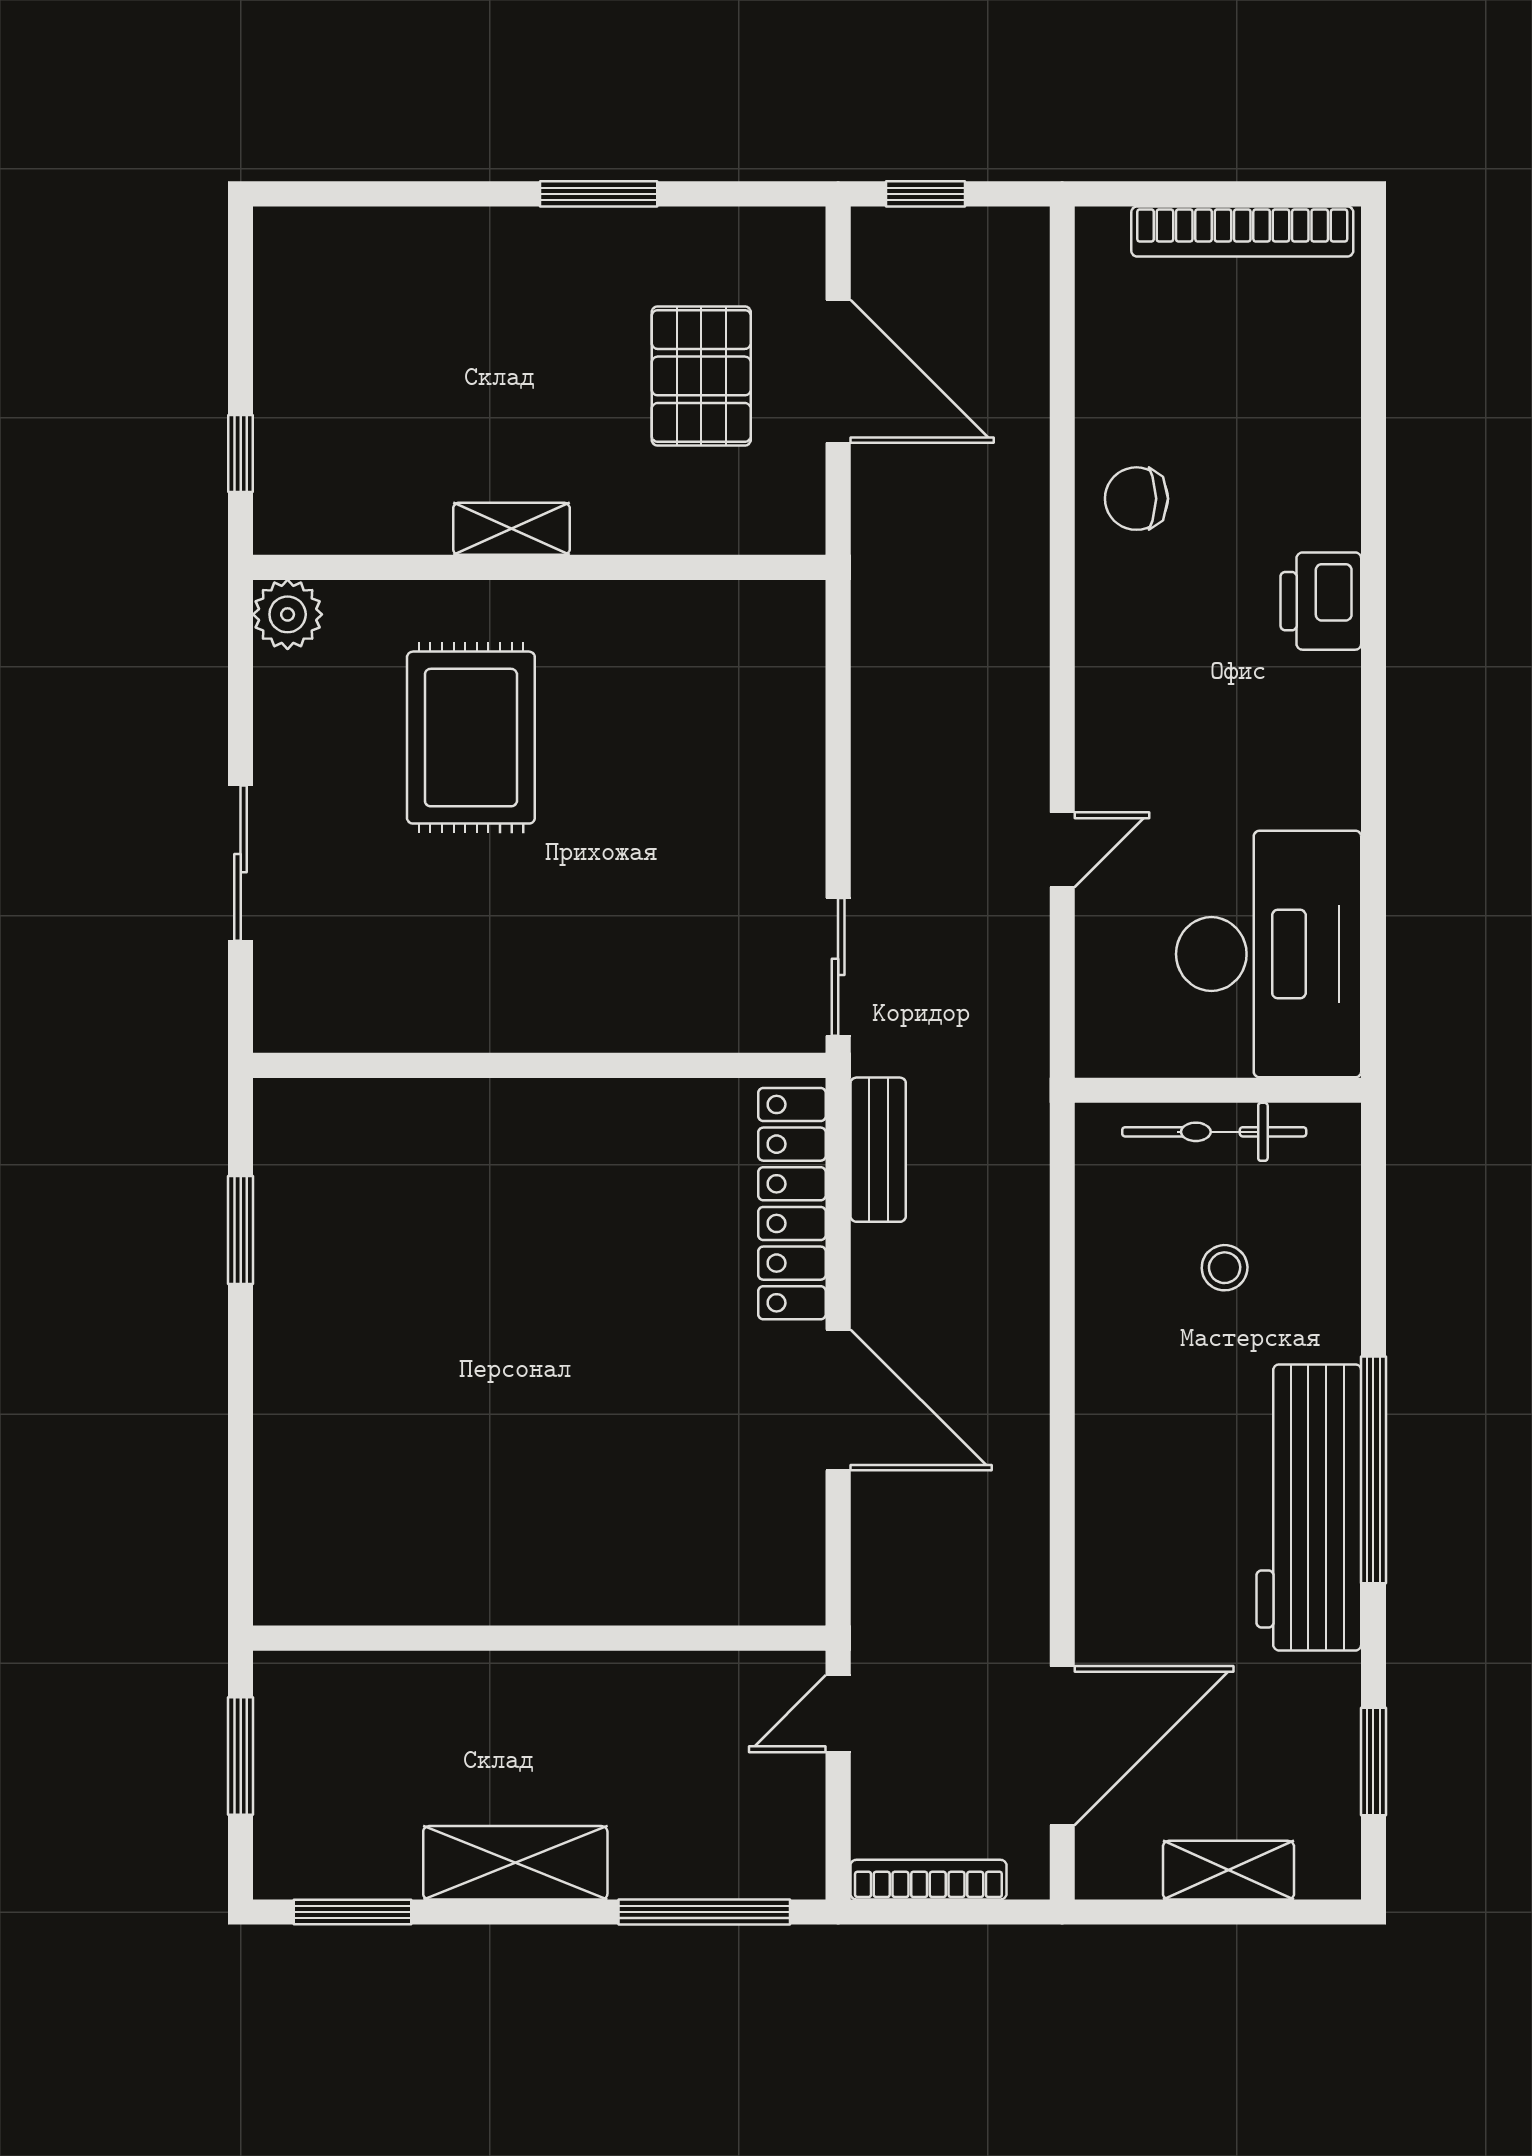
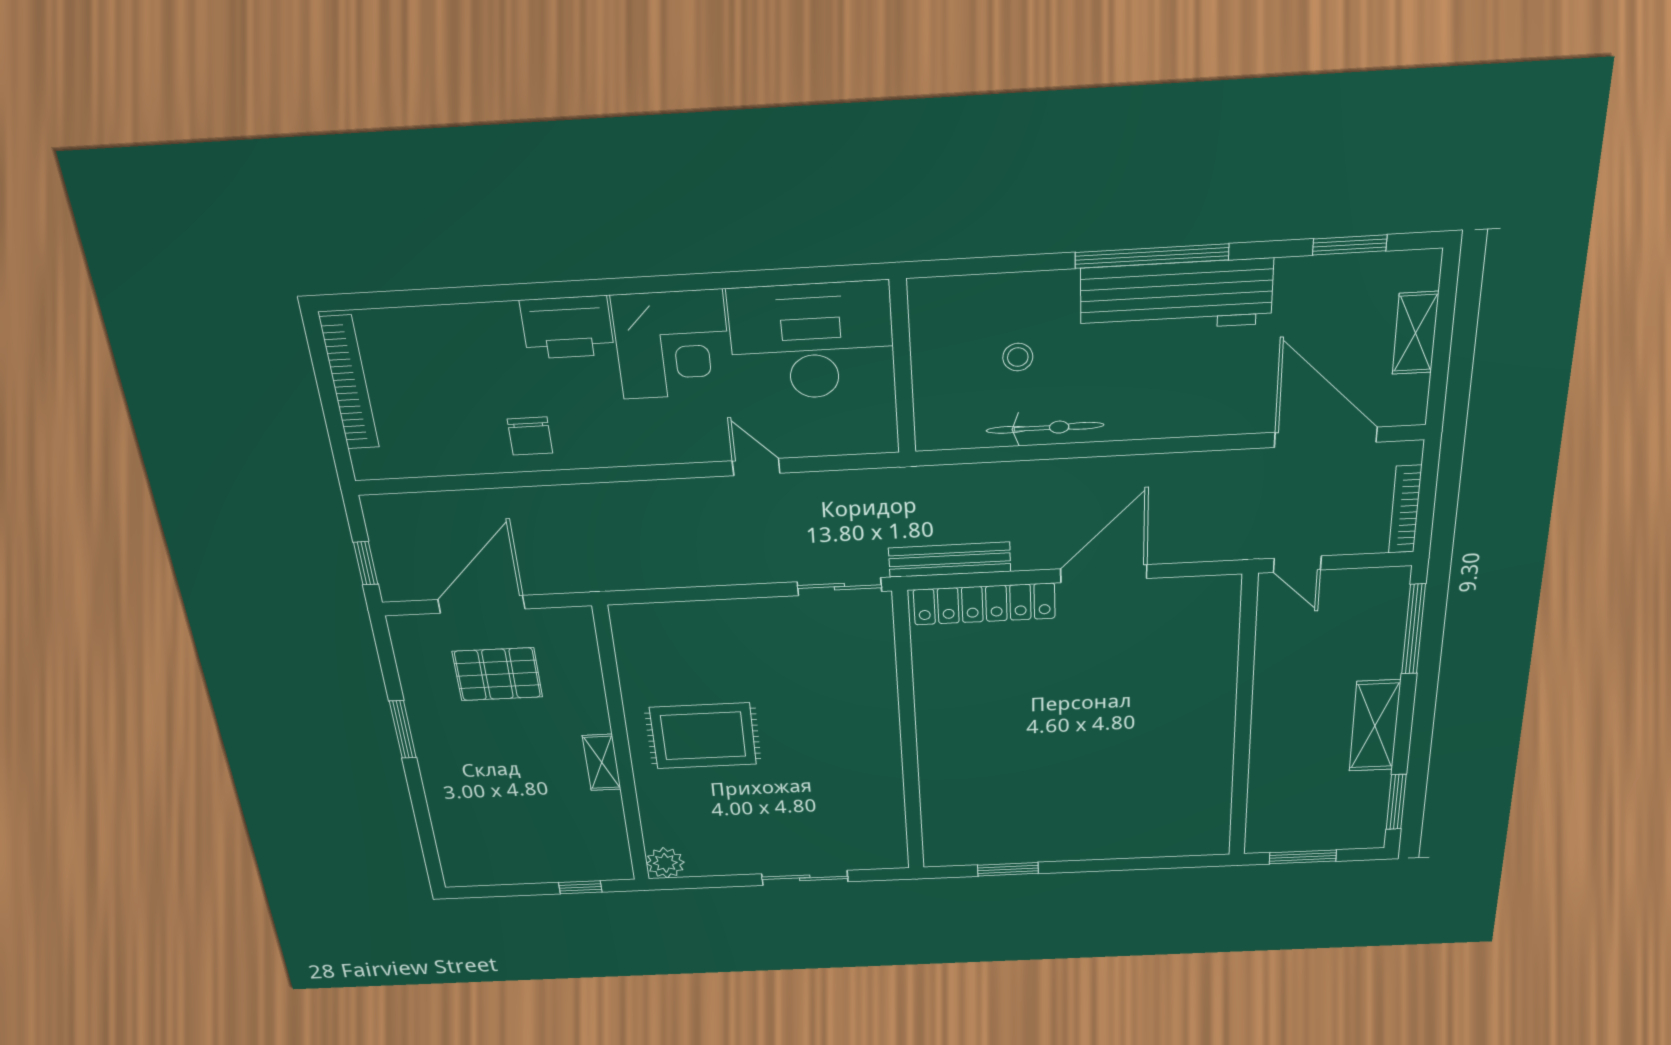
printer: (1321, 601) -> (567, 327), width x1.37, depth x1.19
rug: (471, 738) -> (703, 736), moved
corner desk: (1276, 740) -> (672, 345), added
bicycle: (1214, 1132) -> (1045, 428), moved, turned -90
bench: (878, 1150) -> (950, 560), width x1.36

